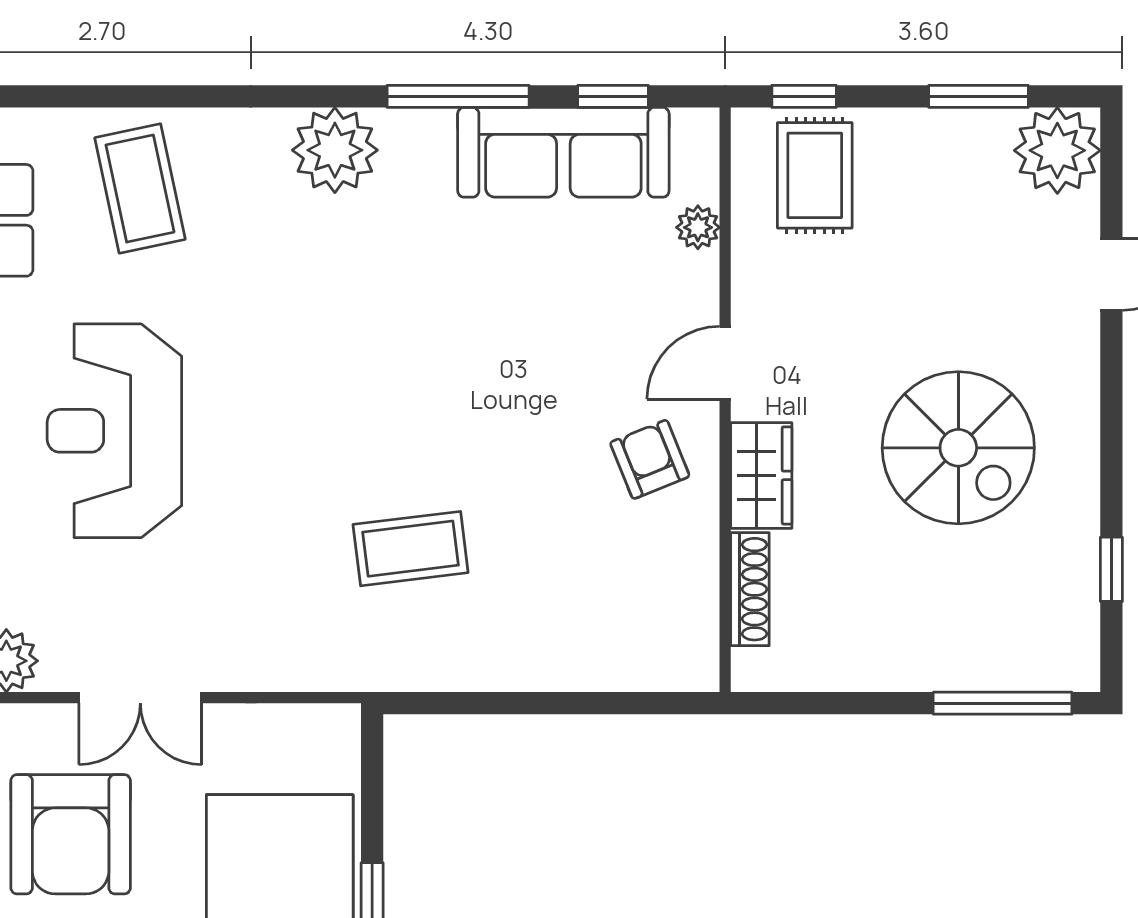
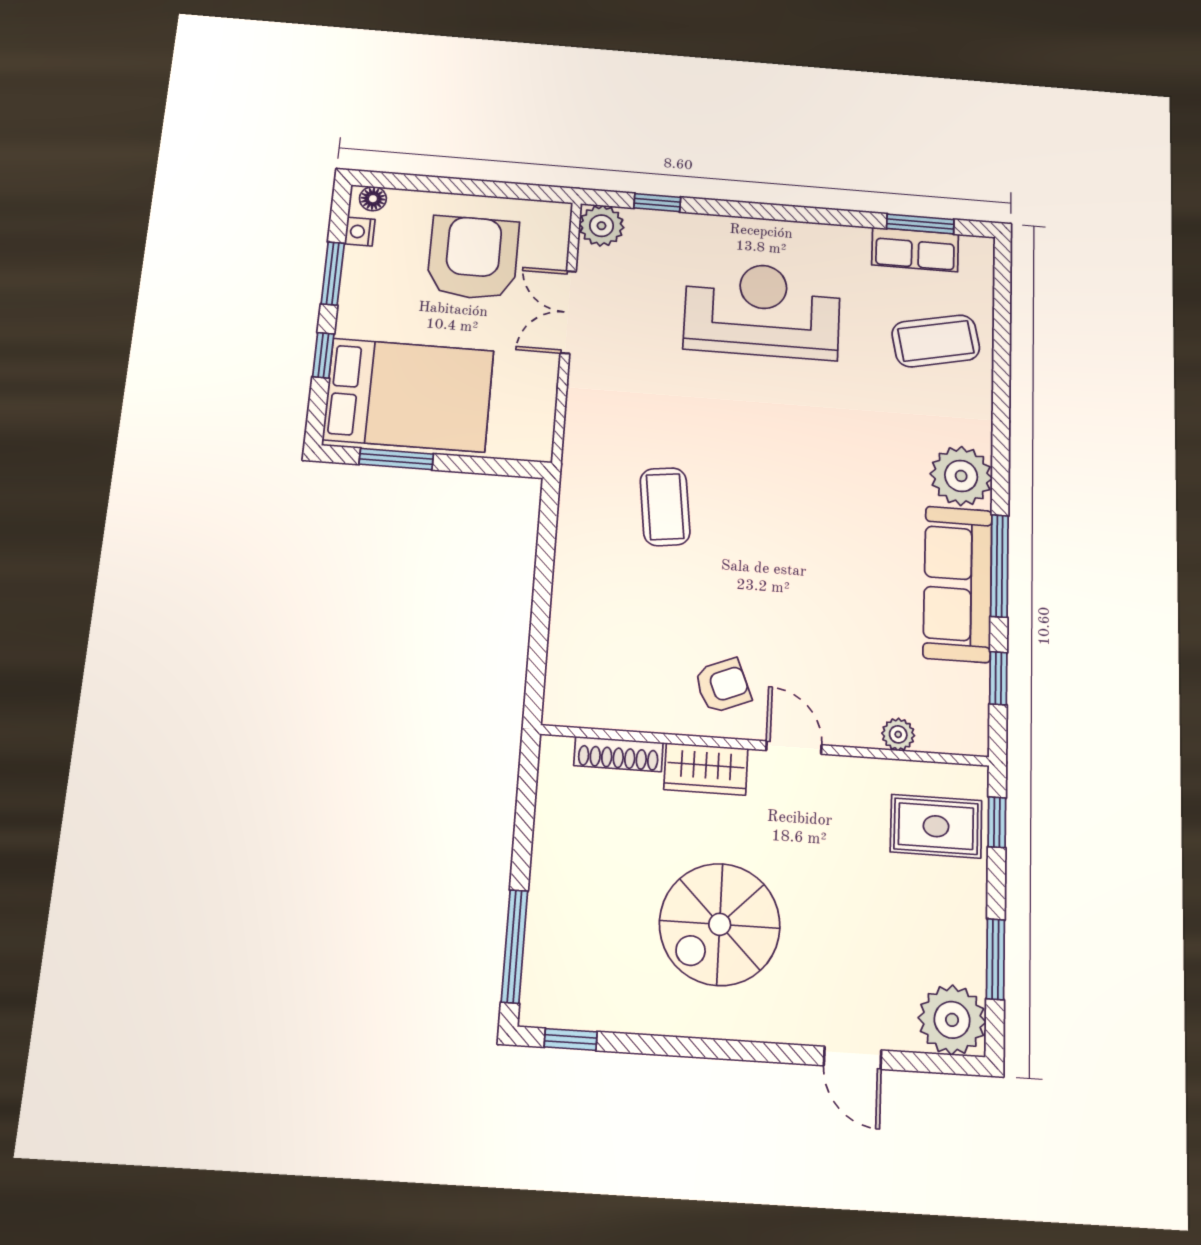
sofa: (563, 152) -> (958, 584), moved
window: (1111, 569) -> (571, 1039), moved
armchair: (71, 834) -> (473, 258), turned 90

